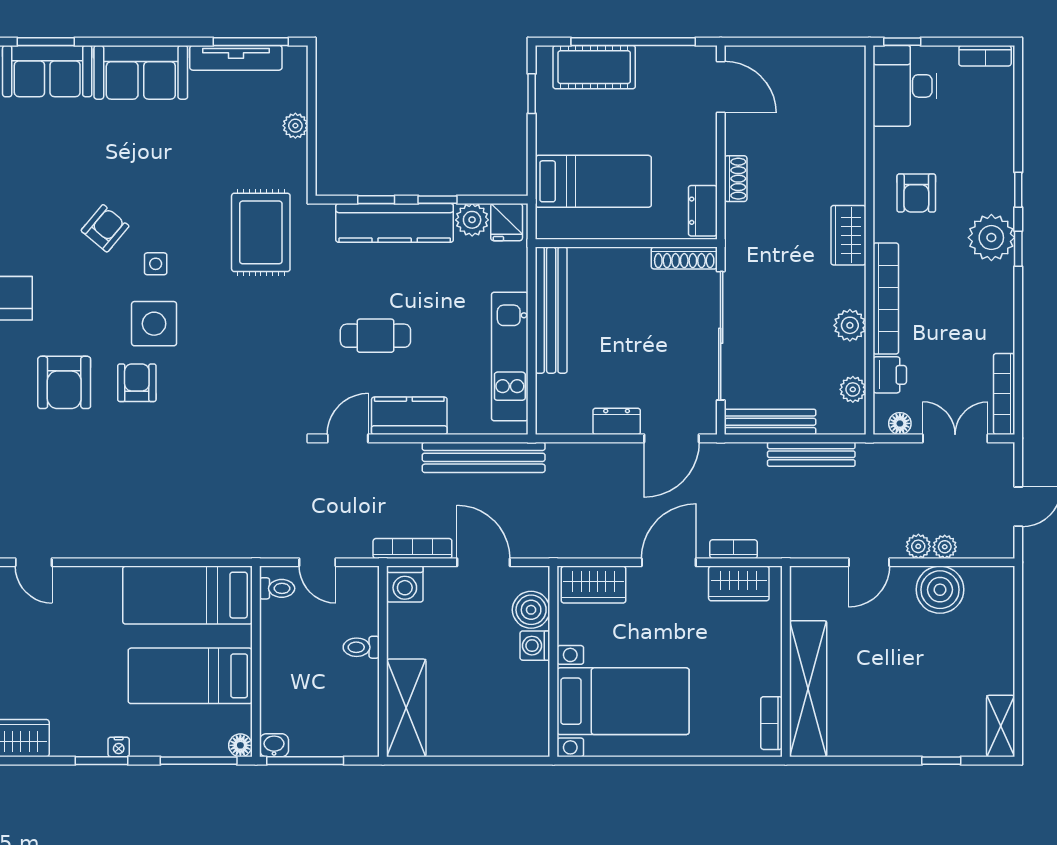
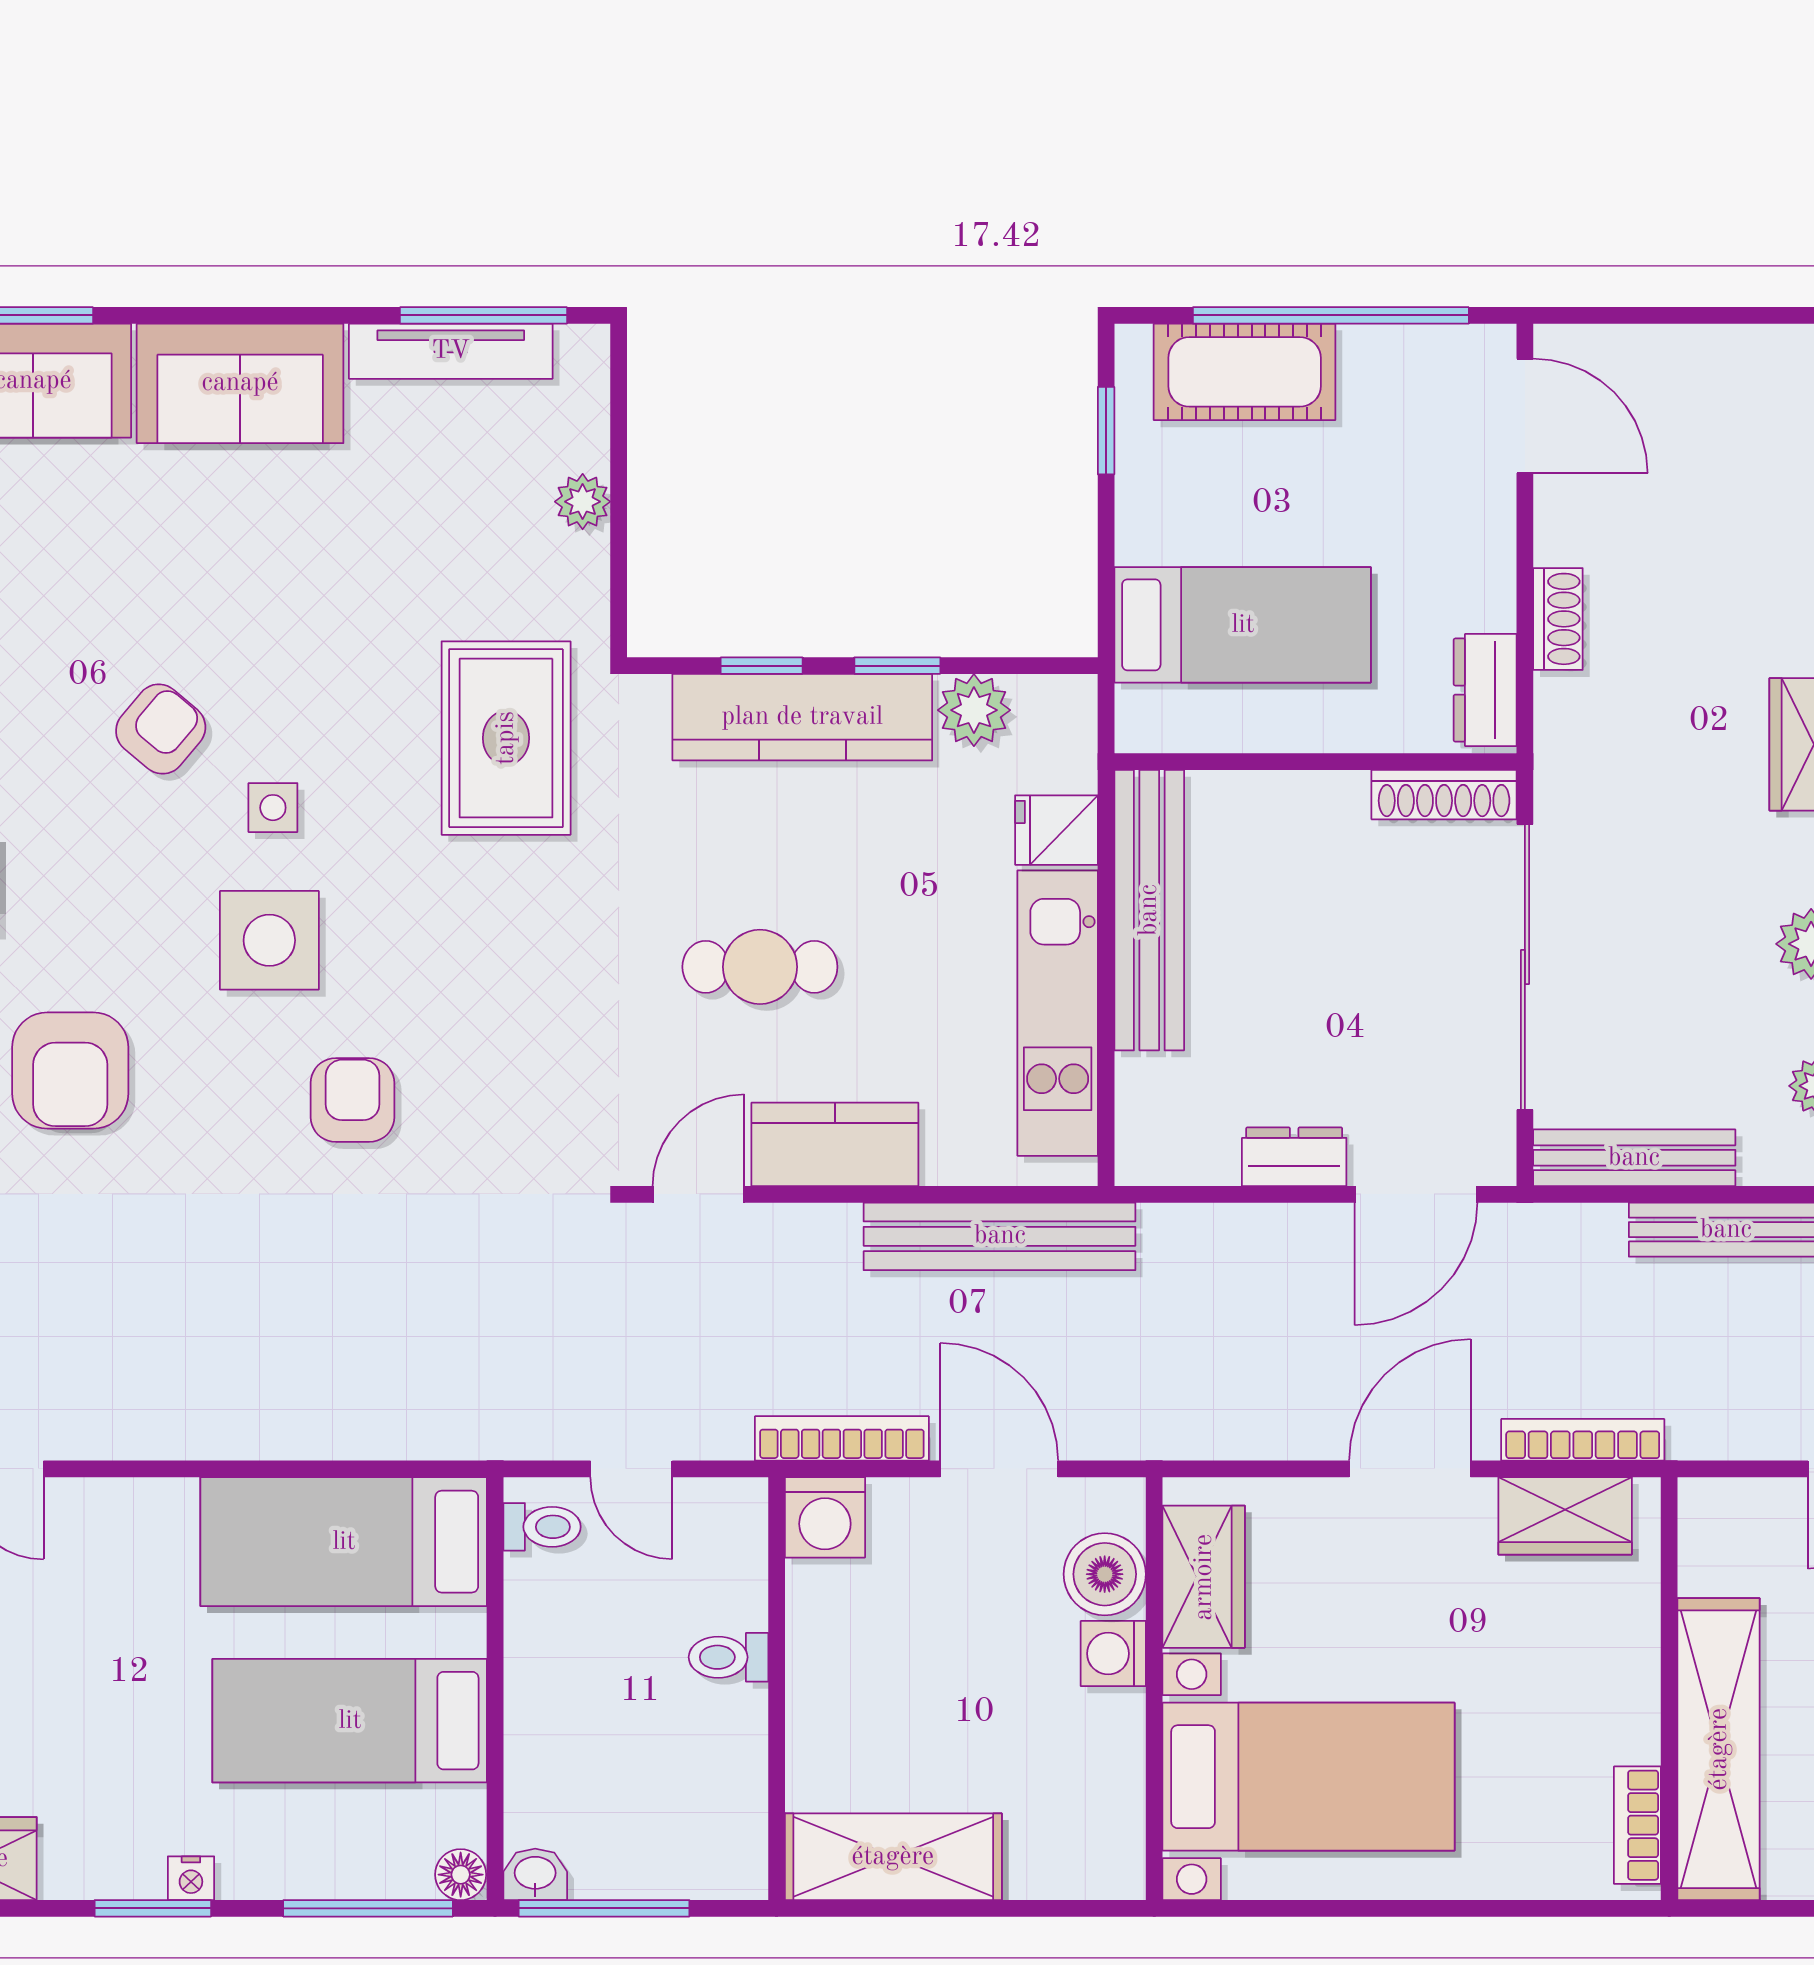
fridge: (507, 222) -> (1056, 830), moved, turned 90
armchair: (137, 383) -> (353, 1100), moved
bookcase: (734, 549) -> (1583, 1440), width x1.56
wardrobe: (593, 585) -> (1204, 1577), moved, turned -90
shelving: (406, 708) -> (893, 1857), moved, turned 90

